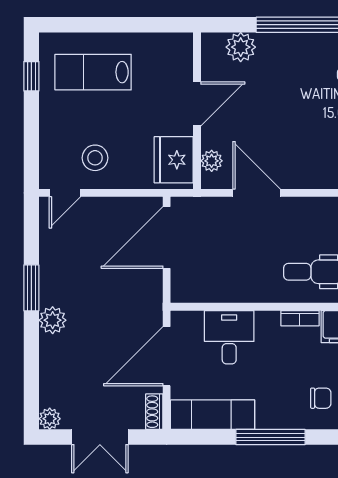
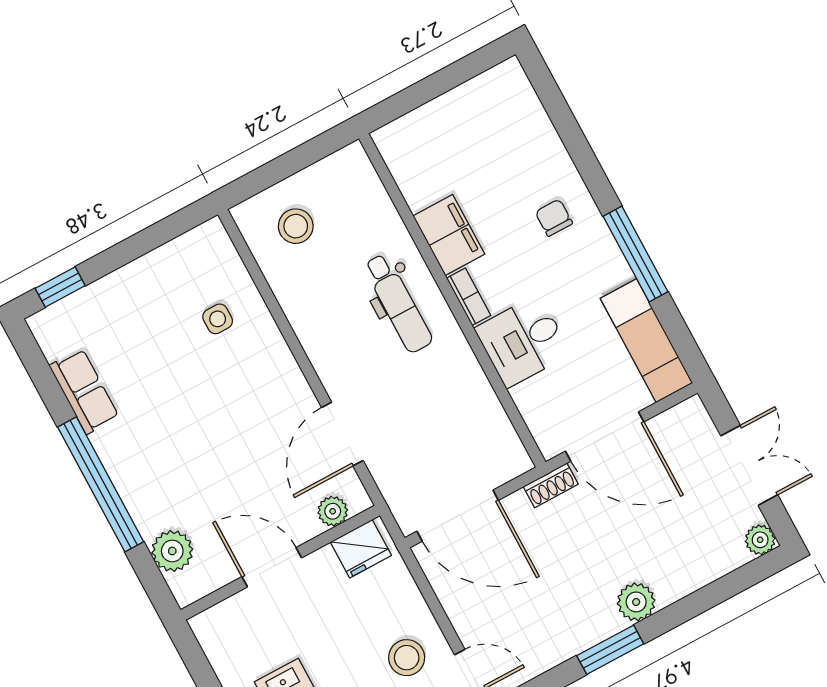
fridge: (174, 160) -> (361, 549), width x0.73, depth x0.75
desk: (229, 337) -> (523, 341), moved
shoe rack: (154, 412) -> (551, 485), moved

